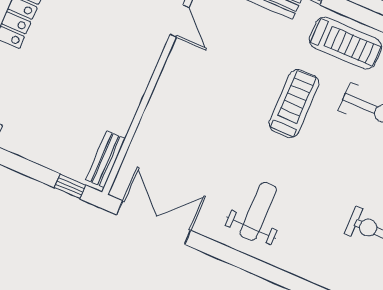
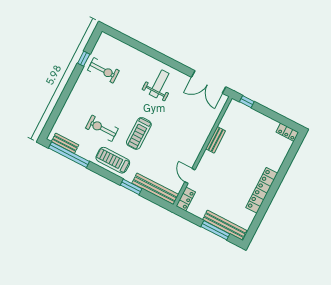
bench: (105, 159) -> (216, 140), moved
weight bench: (258, 211) -> (159, 84), turned 180

